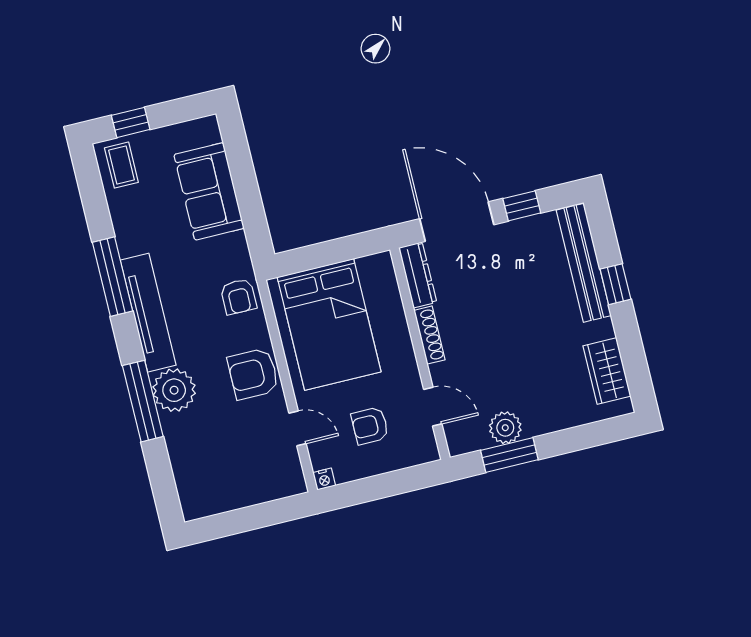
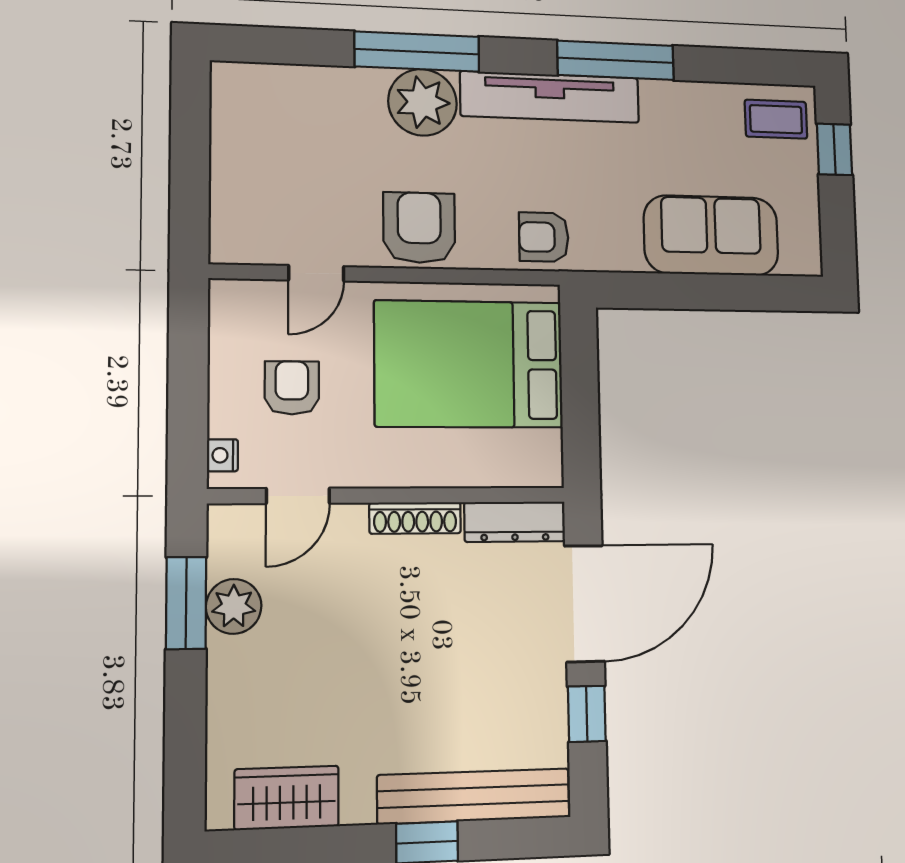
nightstand: (324, 479) -> (222, 455), moved

